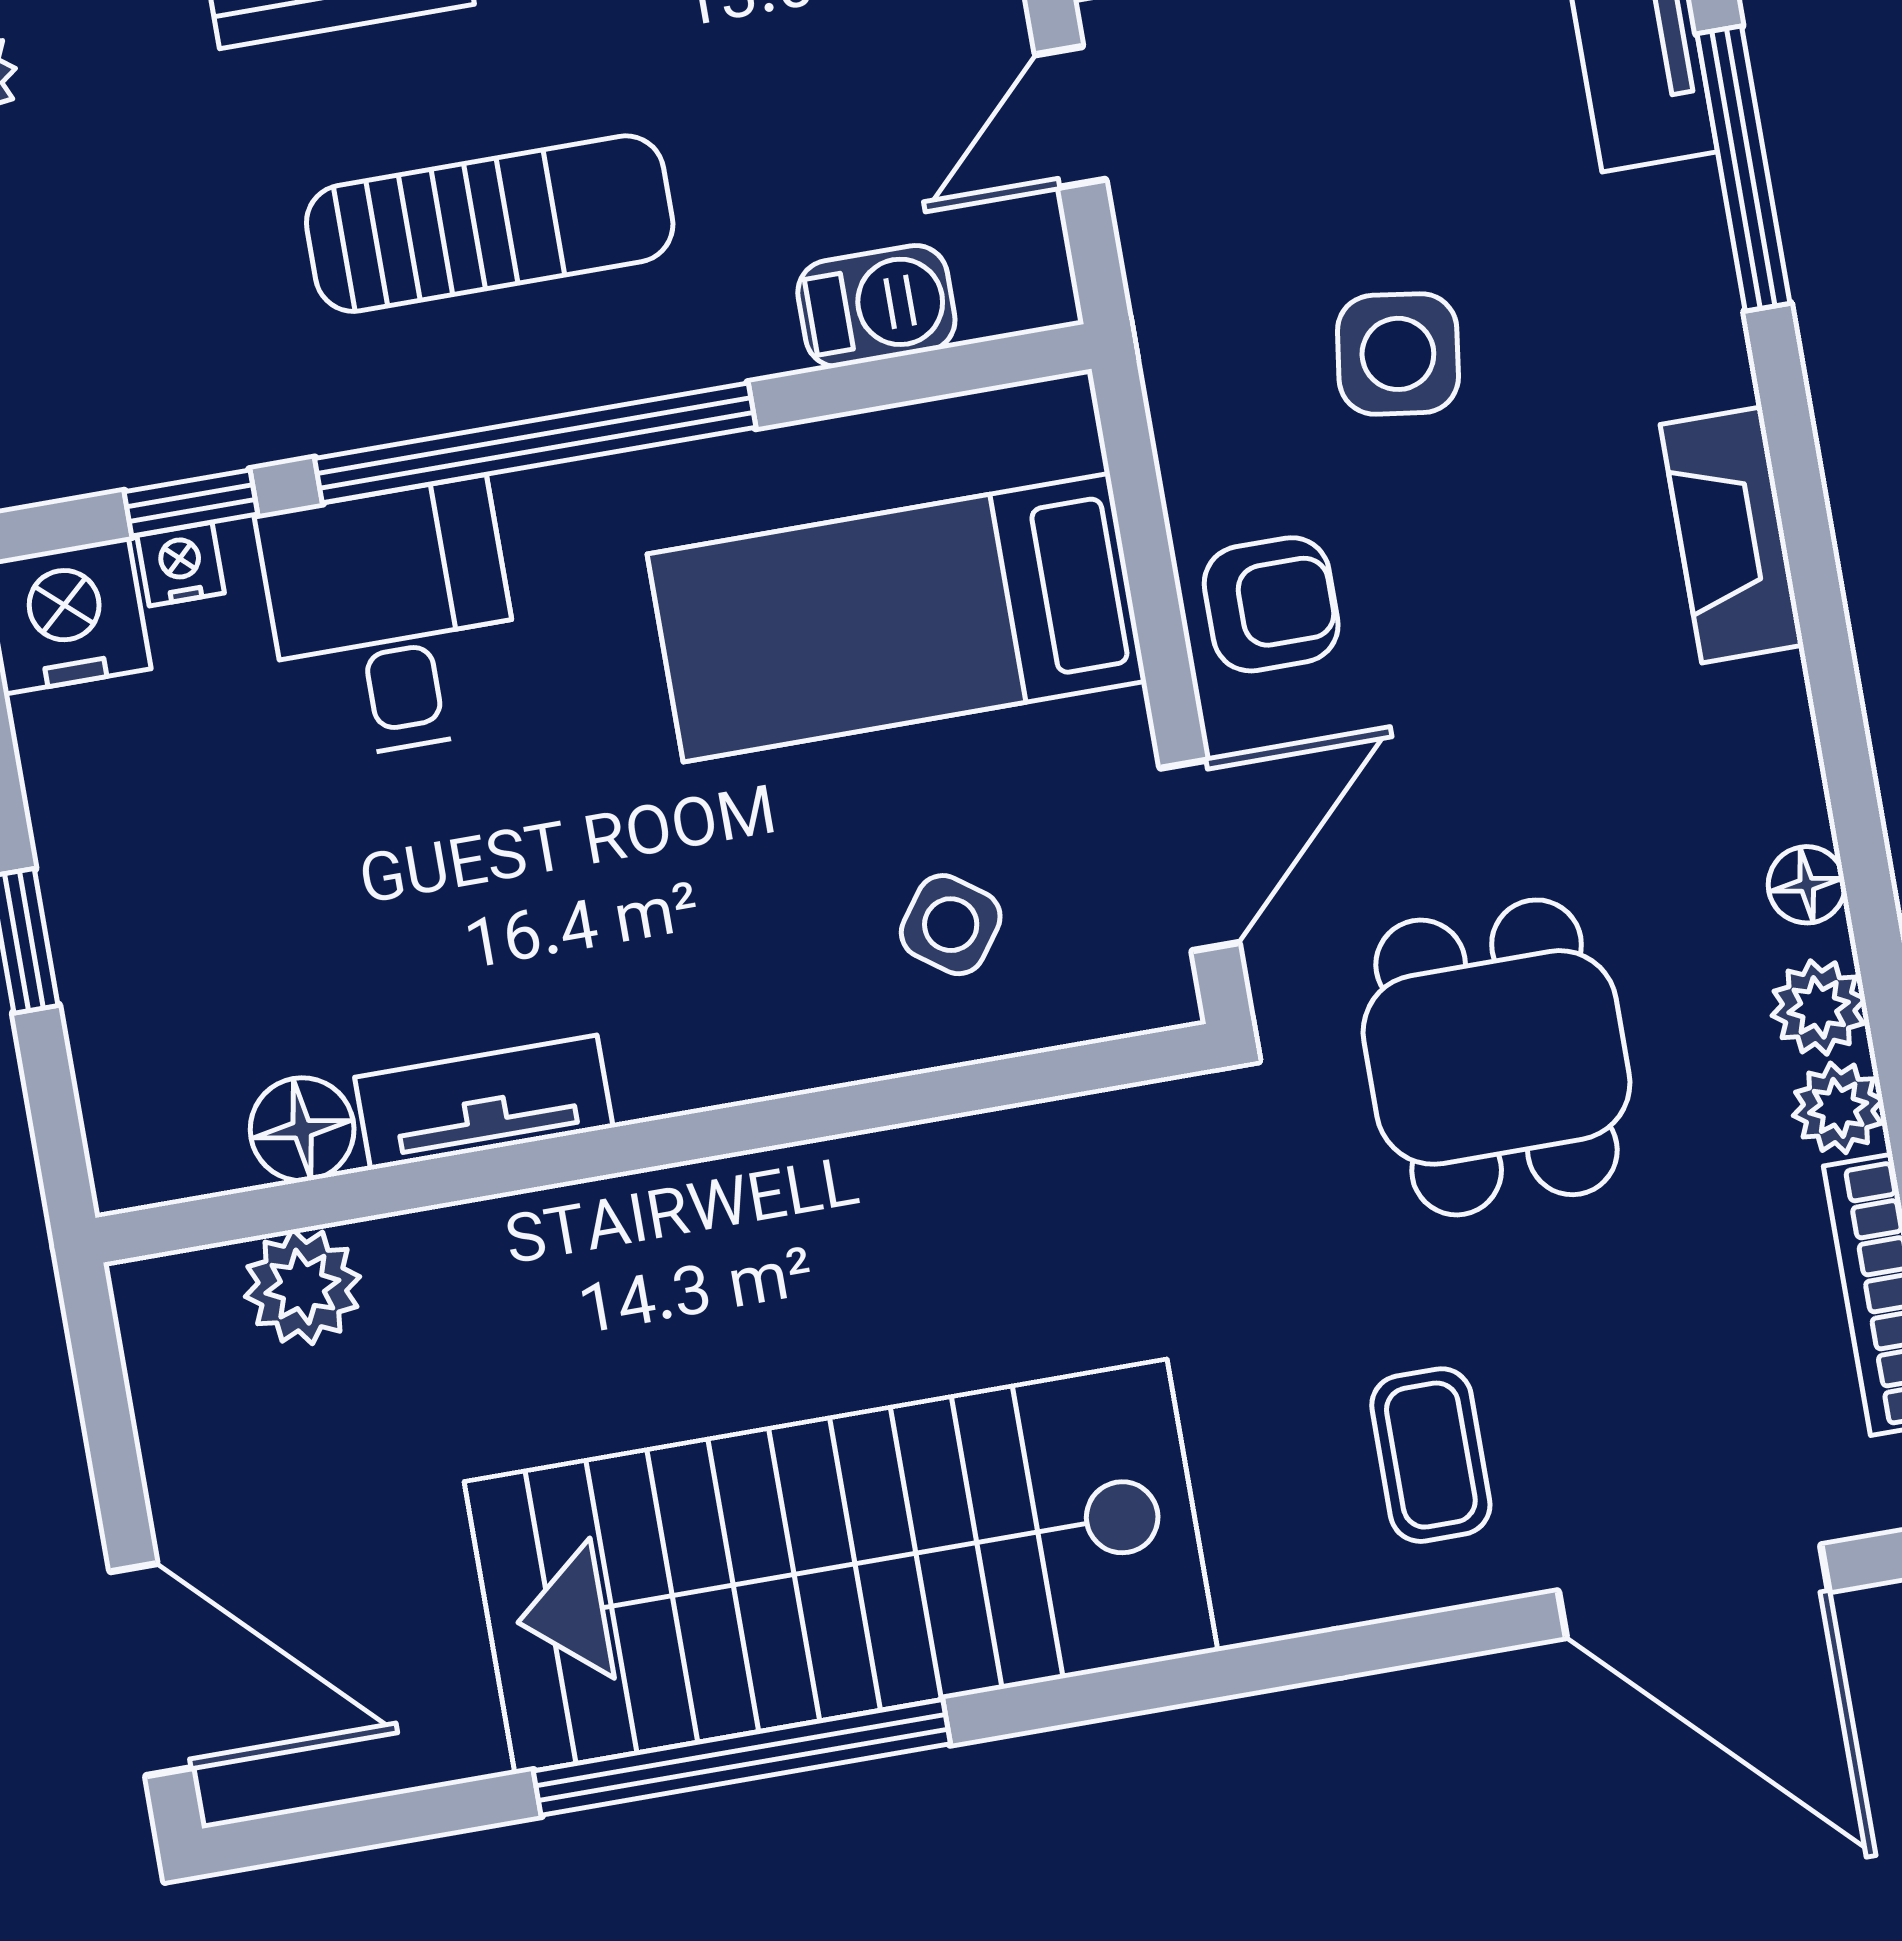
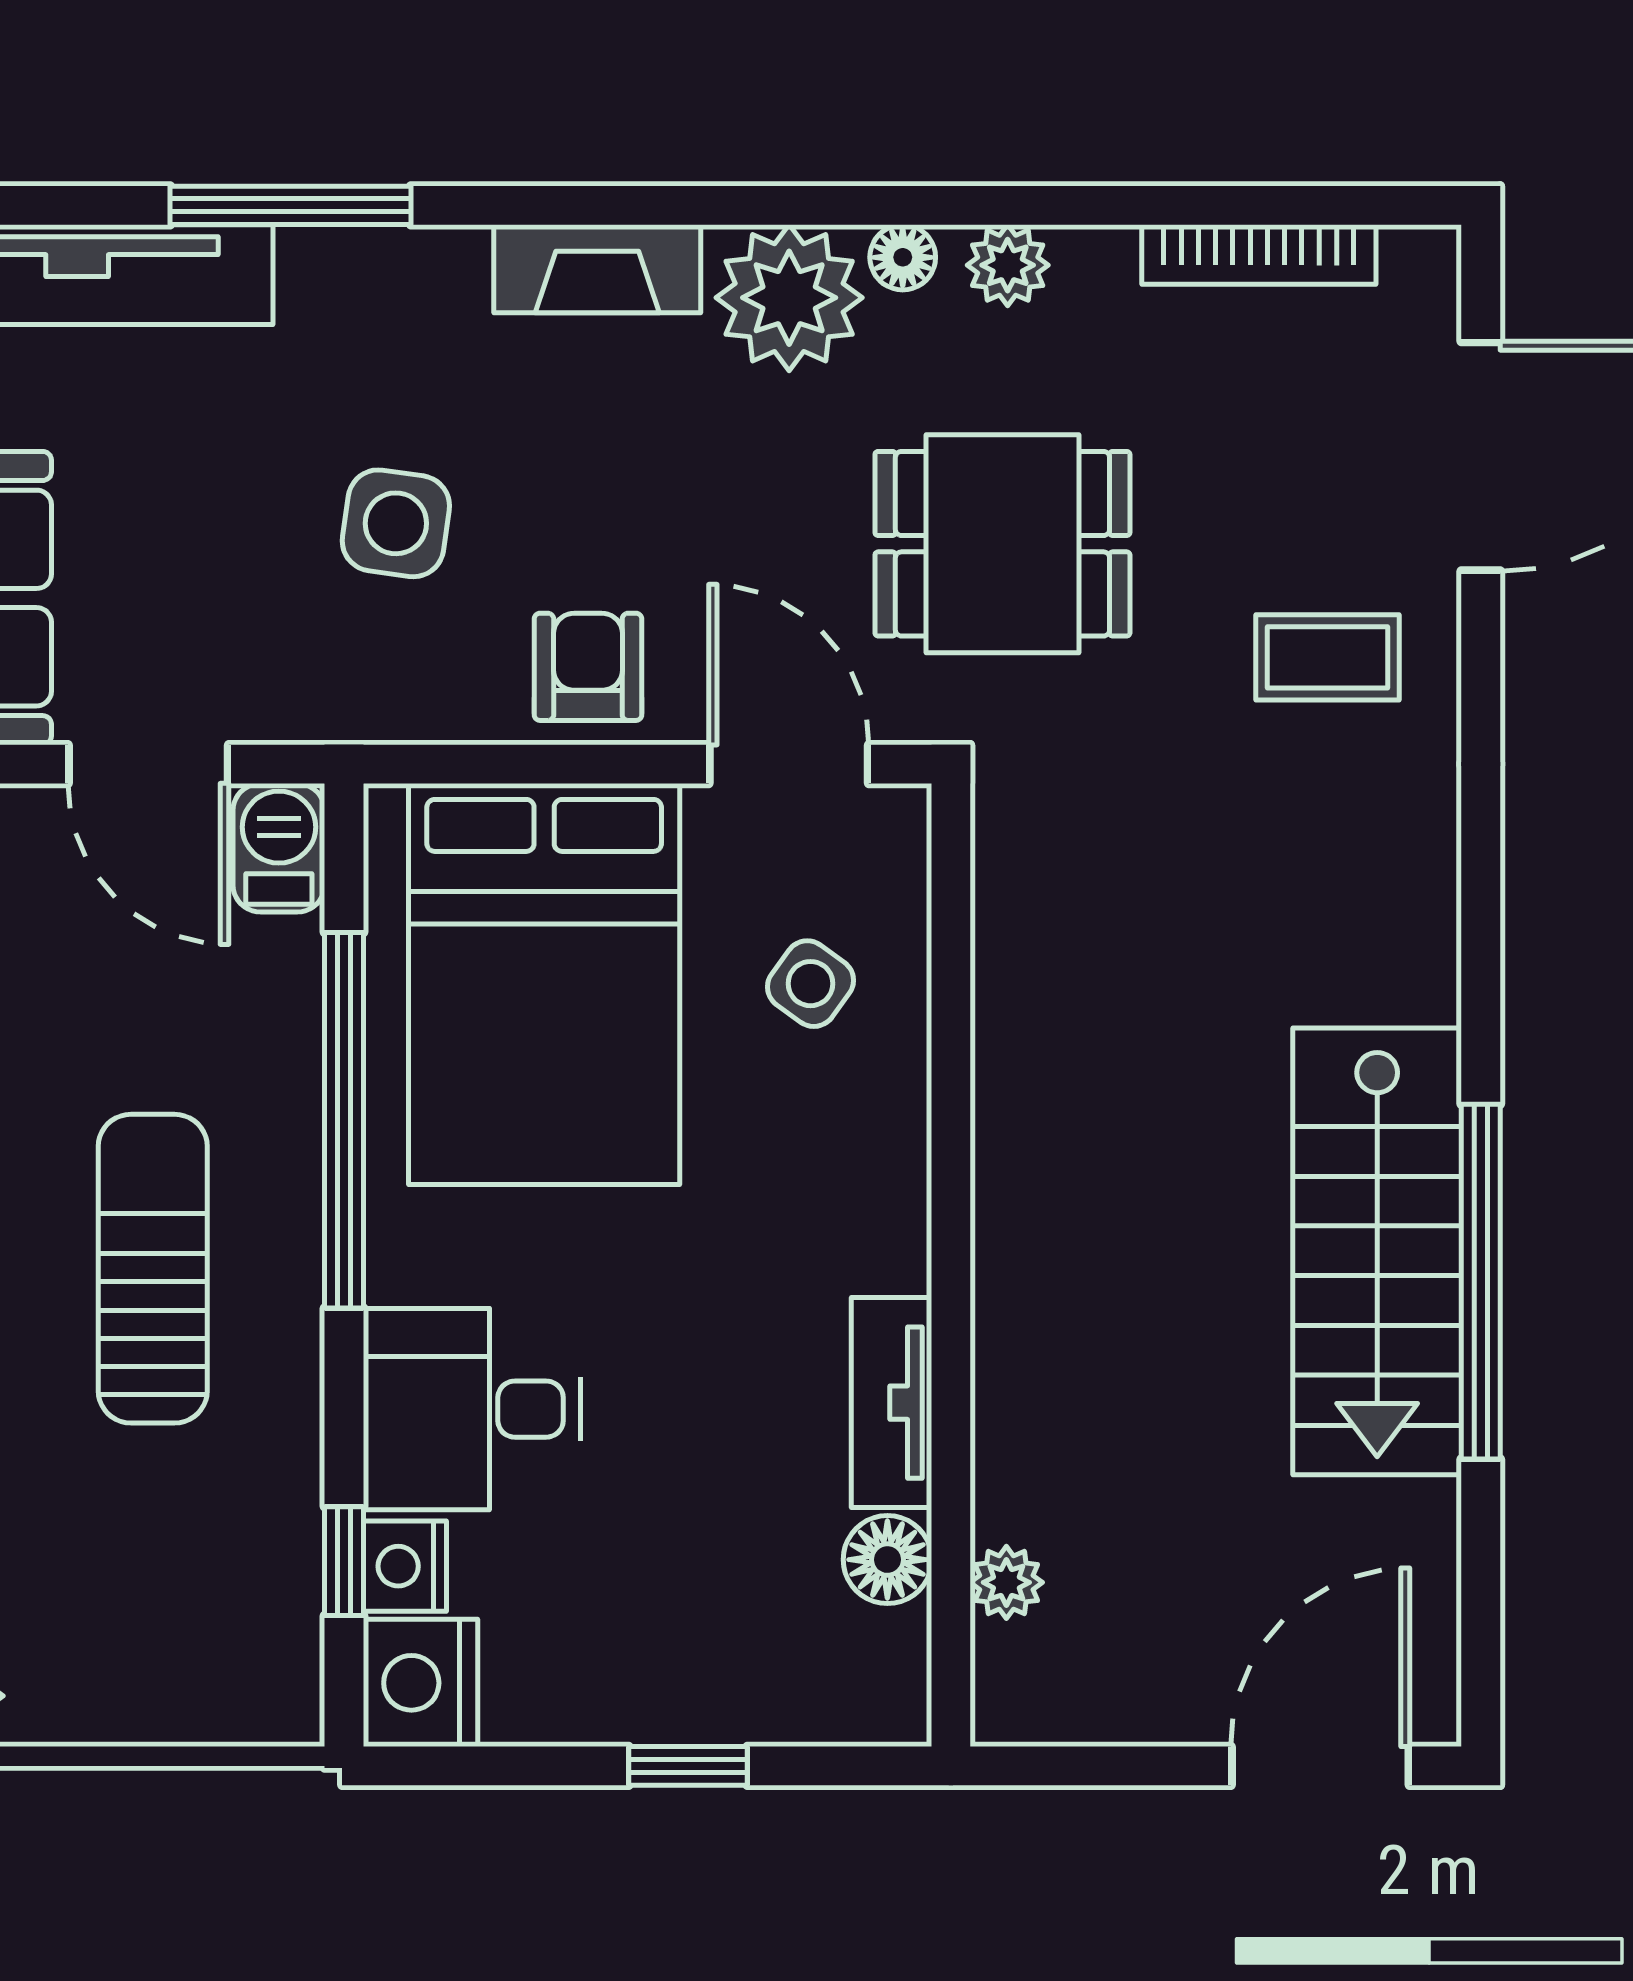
door: (1071, 117) -> (148, 764), width x1.38
barbecue: (876, 306) -> (279, 848), moved
window: (535, 443) -> (344, 1120), moved
nightstand: (181, 564) -> (405, 1566), width x1.39, depth x1.35
bed: (897, 618) -> (544, 984), width x1.50
plant: (1838, 1108) -> (789, 298), moved, width x1.88, depth x1.88
plant: (302, 1287) -> (1006, 1582), width x0.73, depth x0.73
stairs: (841, 1566) -> (1377, 1251), width x0.73, depth x0.66

